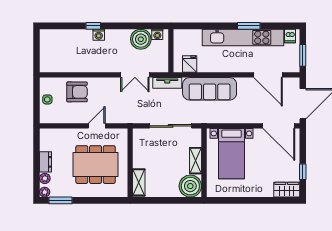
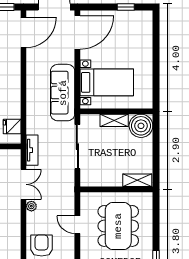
door: (268, 75) -> (24, 32), moved
plant: (114, 82) -> (31, 206), added
sofa: (210, 89) -> (63, 93), moved, turned 180
wardrobe: (287, 190) -> (145, 24), removed

